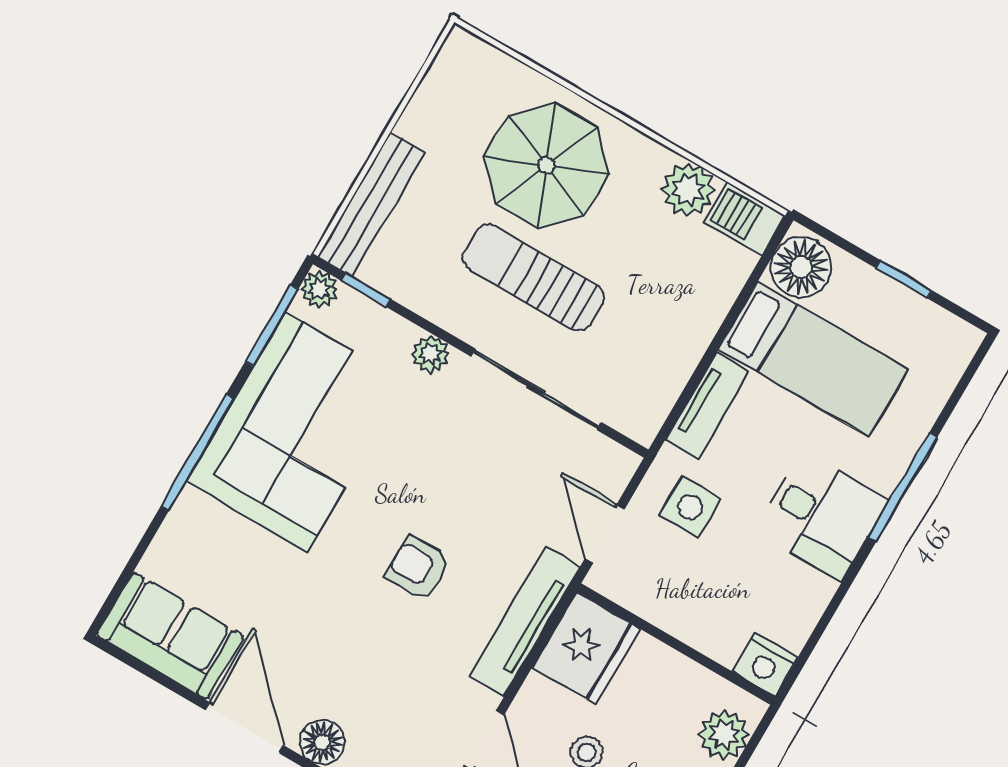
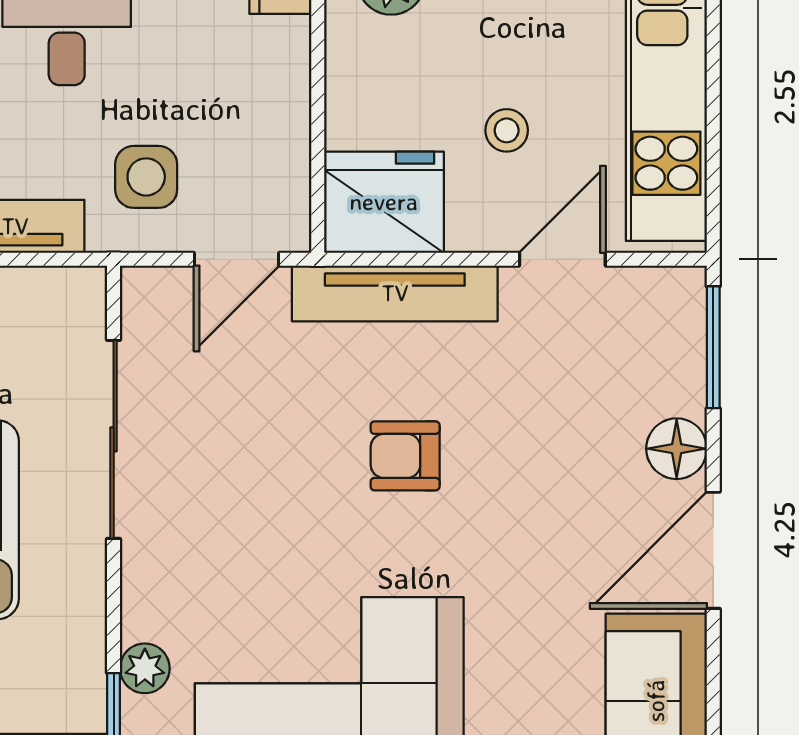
plant: (430, 354) -> (145, 668), moved
armchair: (418, 568) -> (405, 456), turned 90

